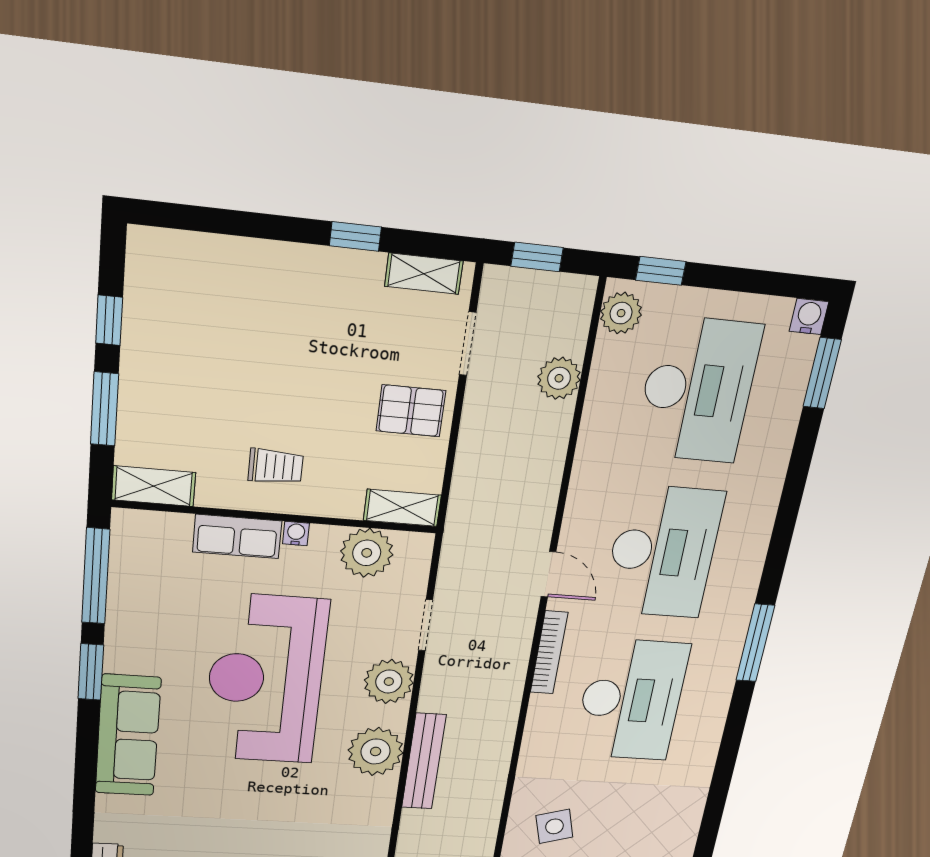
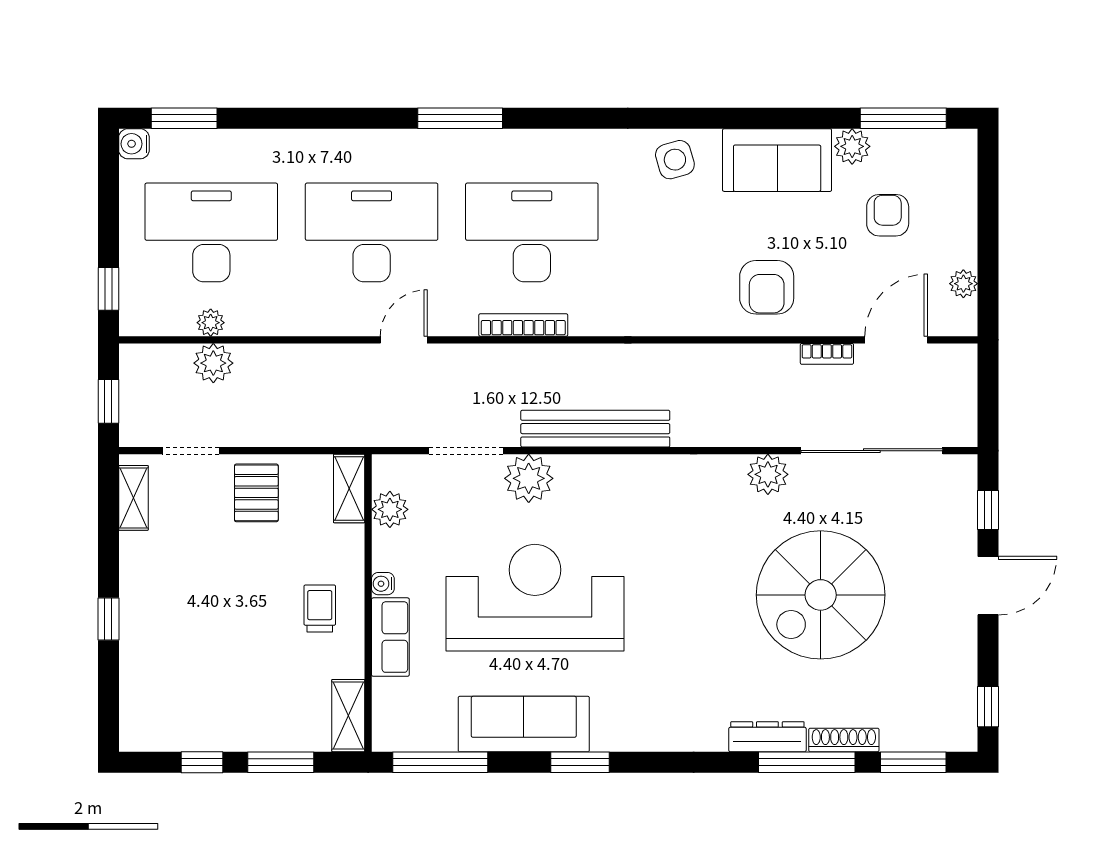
window: (355, 236) -> (108, 619), moved
plant: (621, 313) -> (211, 323), moved, width x0.73, depth x0.73
plant: (367, 553) -> (390, 509), width x0.73, depth x0.73
doorway: (426, 625) -> (466, 451), width x1.38
bookcase: (549, 653) -> (523, 325), moved
window: (91, 672) -> (580, 762), moved
reception desk: (266, 679) -> (535, 598), turned 180
sofa: (128, 736) -> (524, 724), moved
plant: (376, 751) -> (607, 482), removed
bench: (424, 761) -> (595, 429), width x1.37, depth x1.21
side table: (554, 826) -> (675, 160), moved

